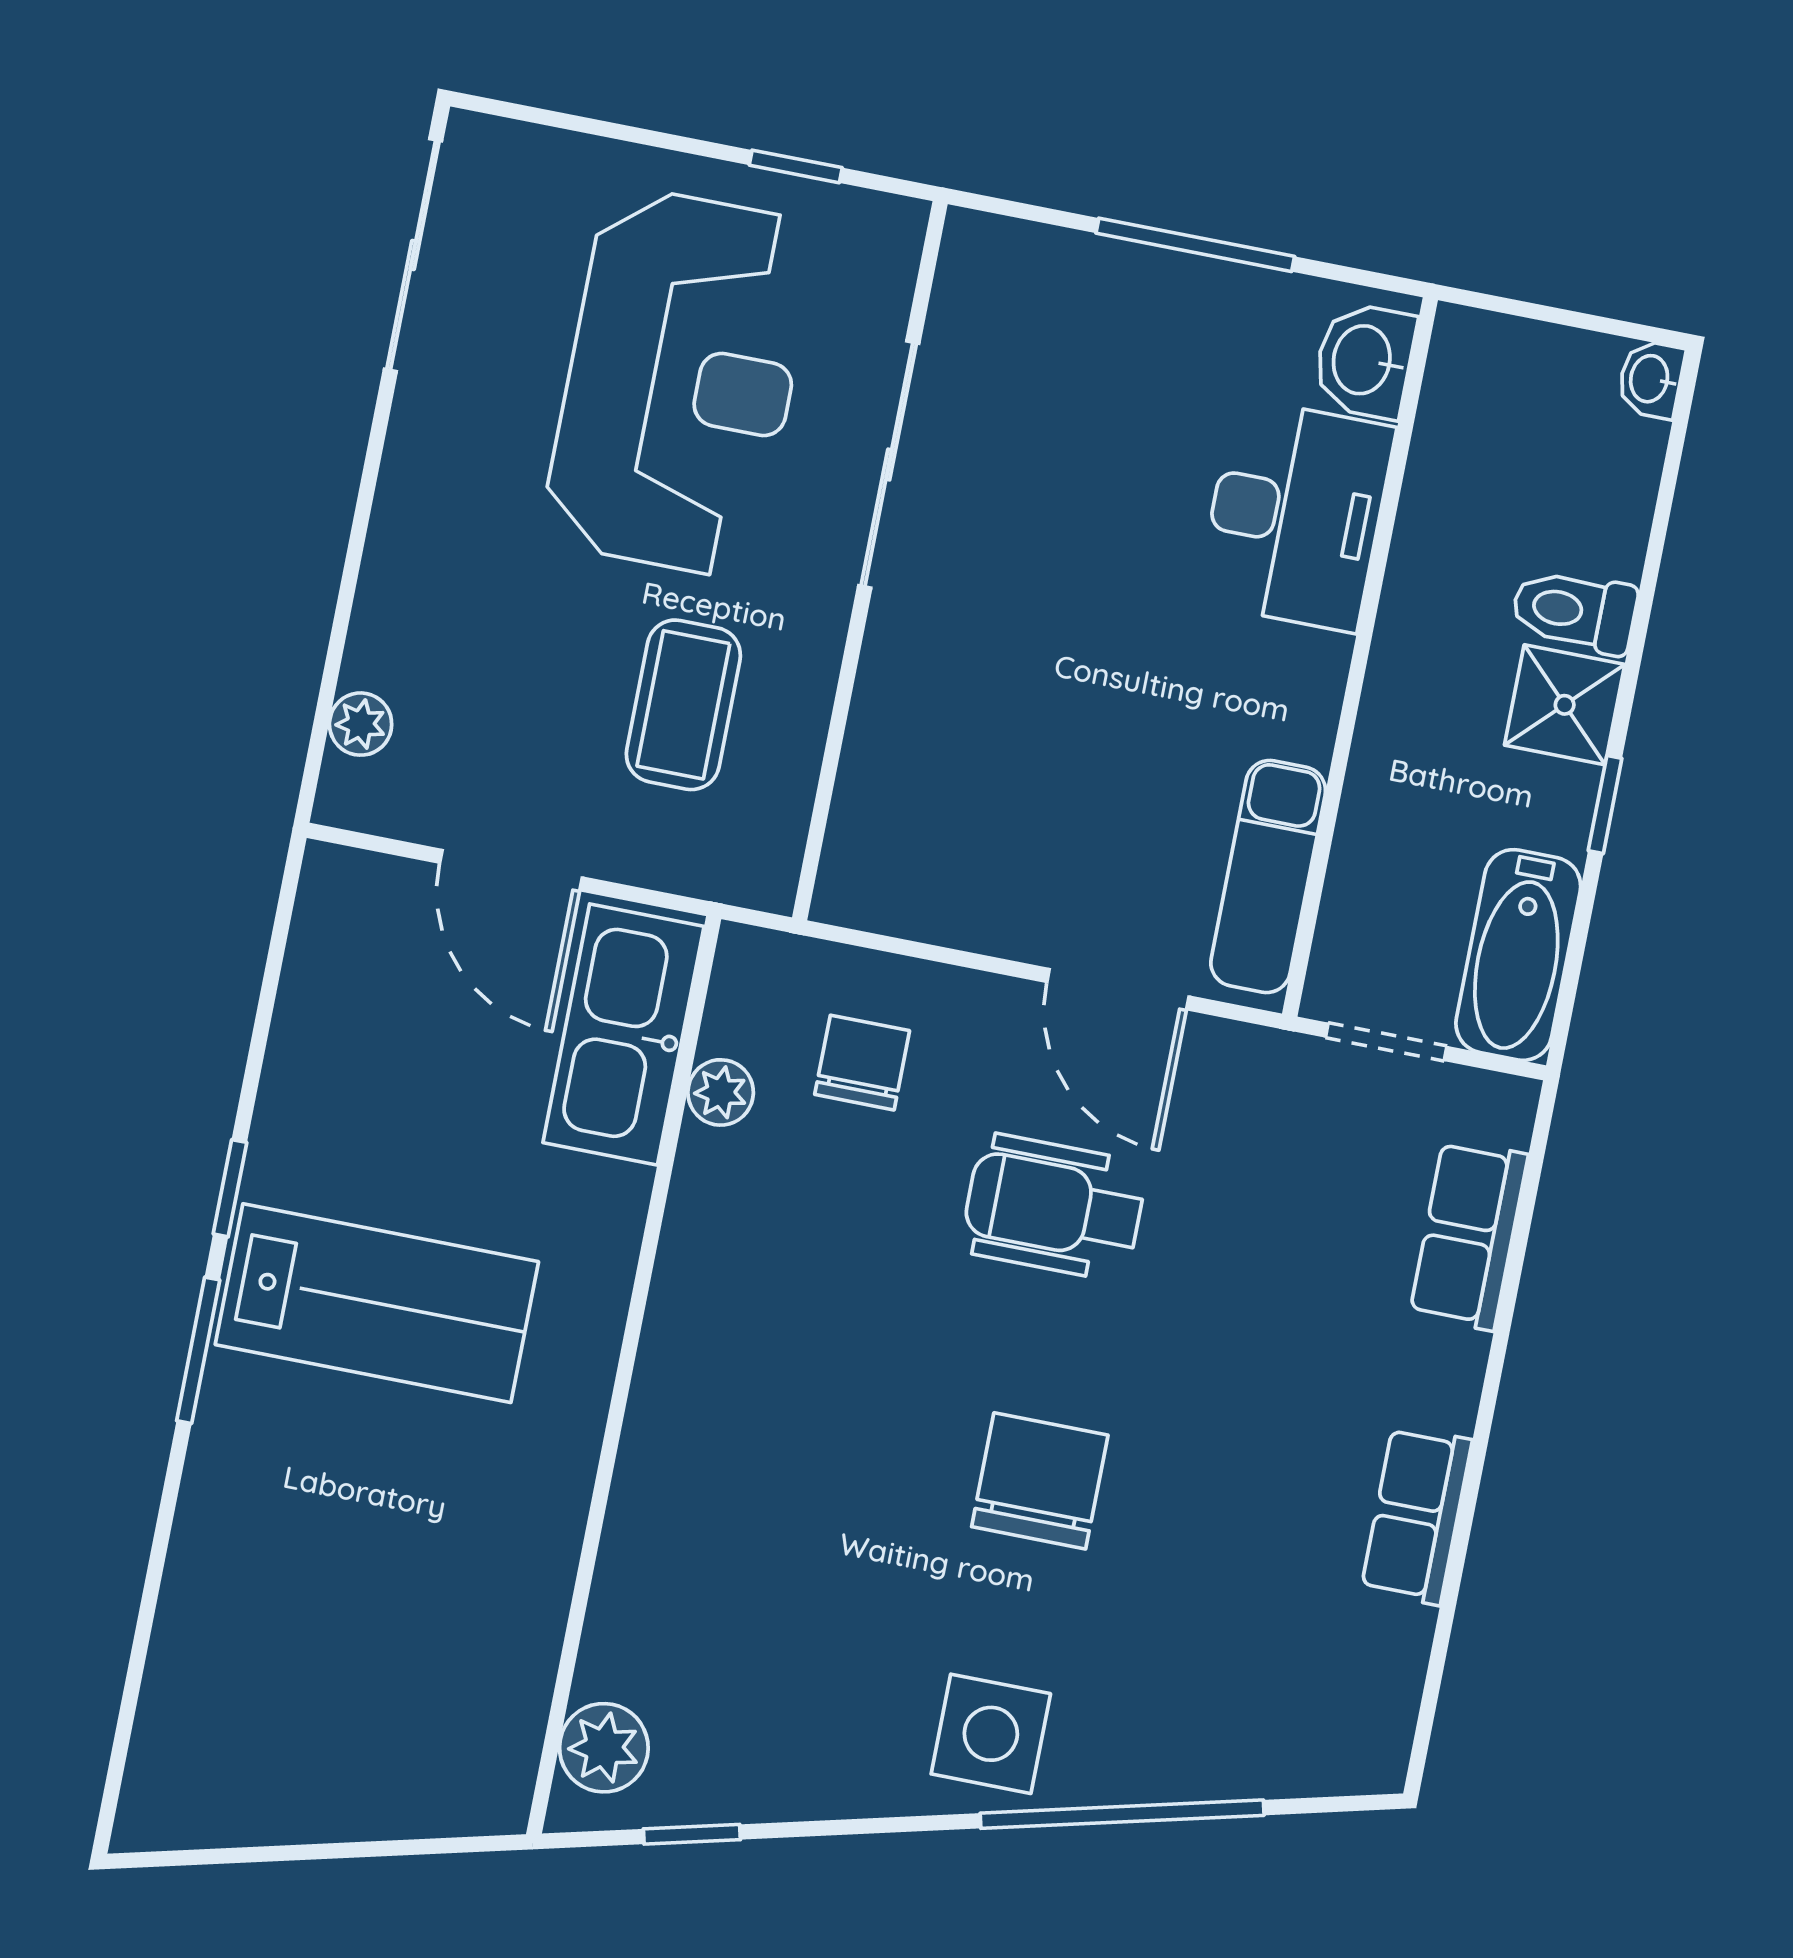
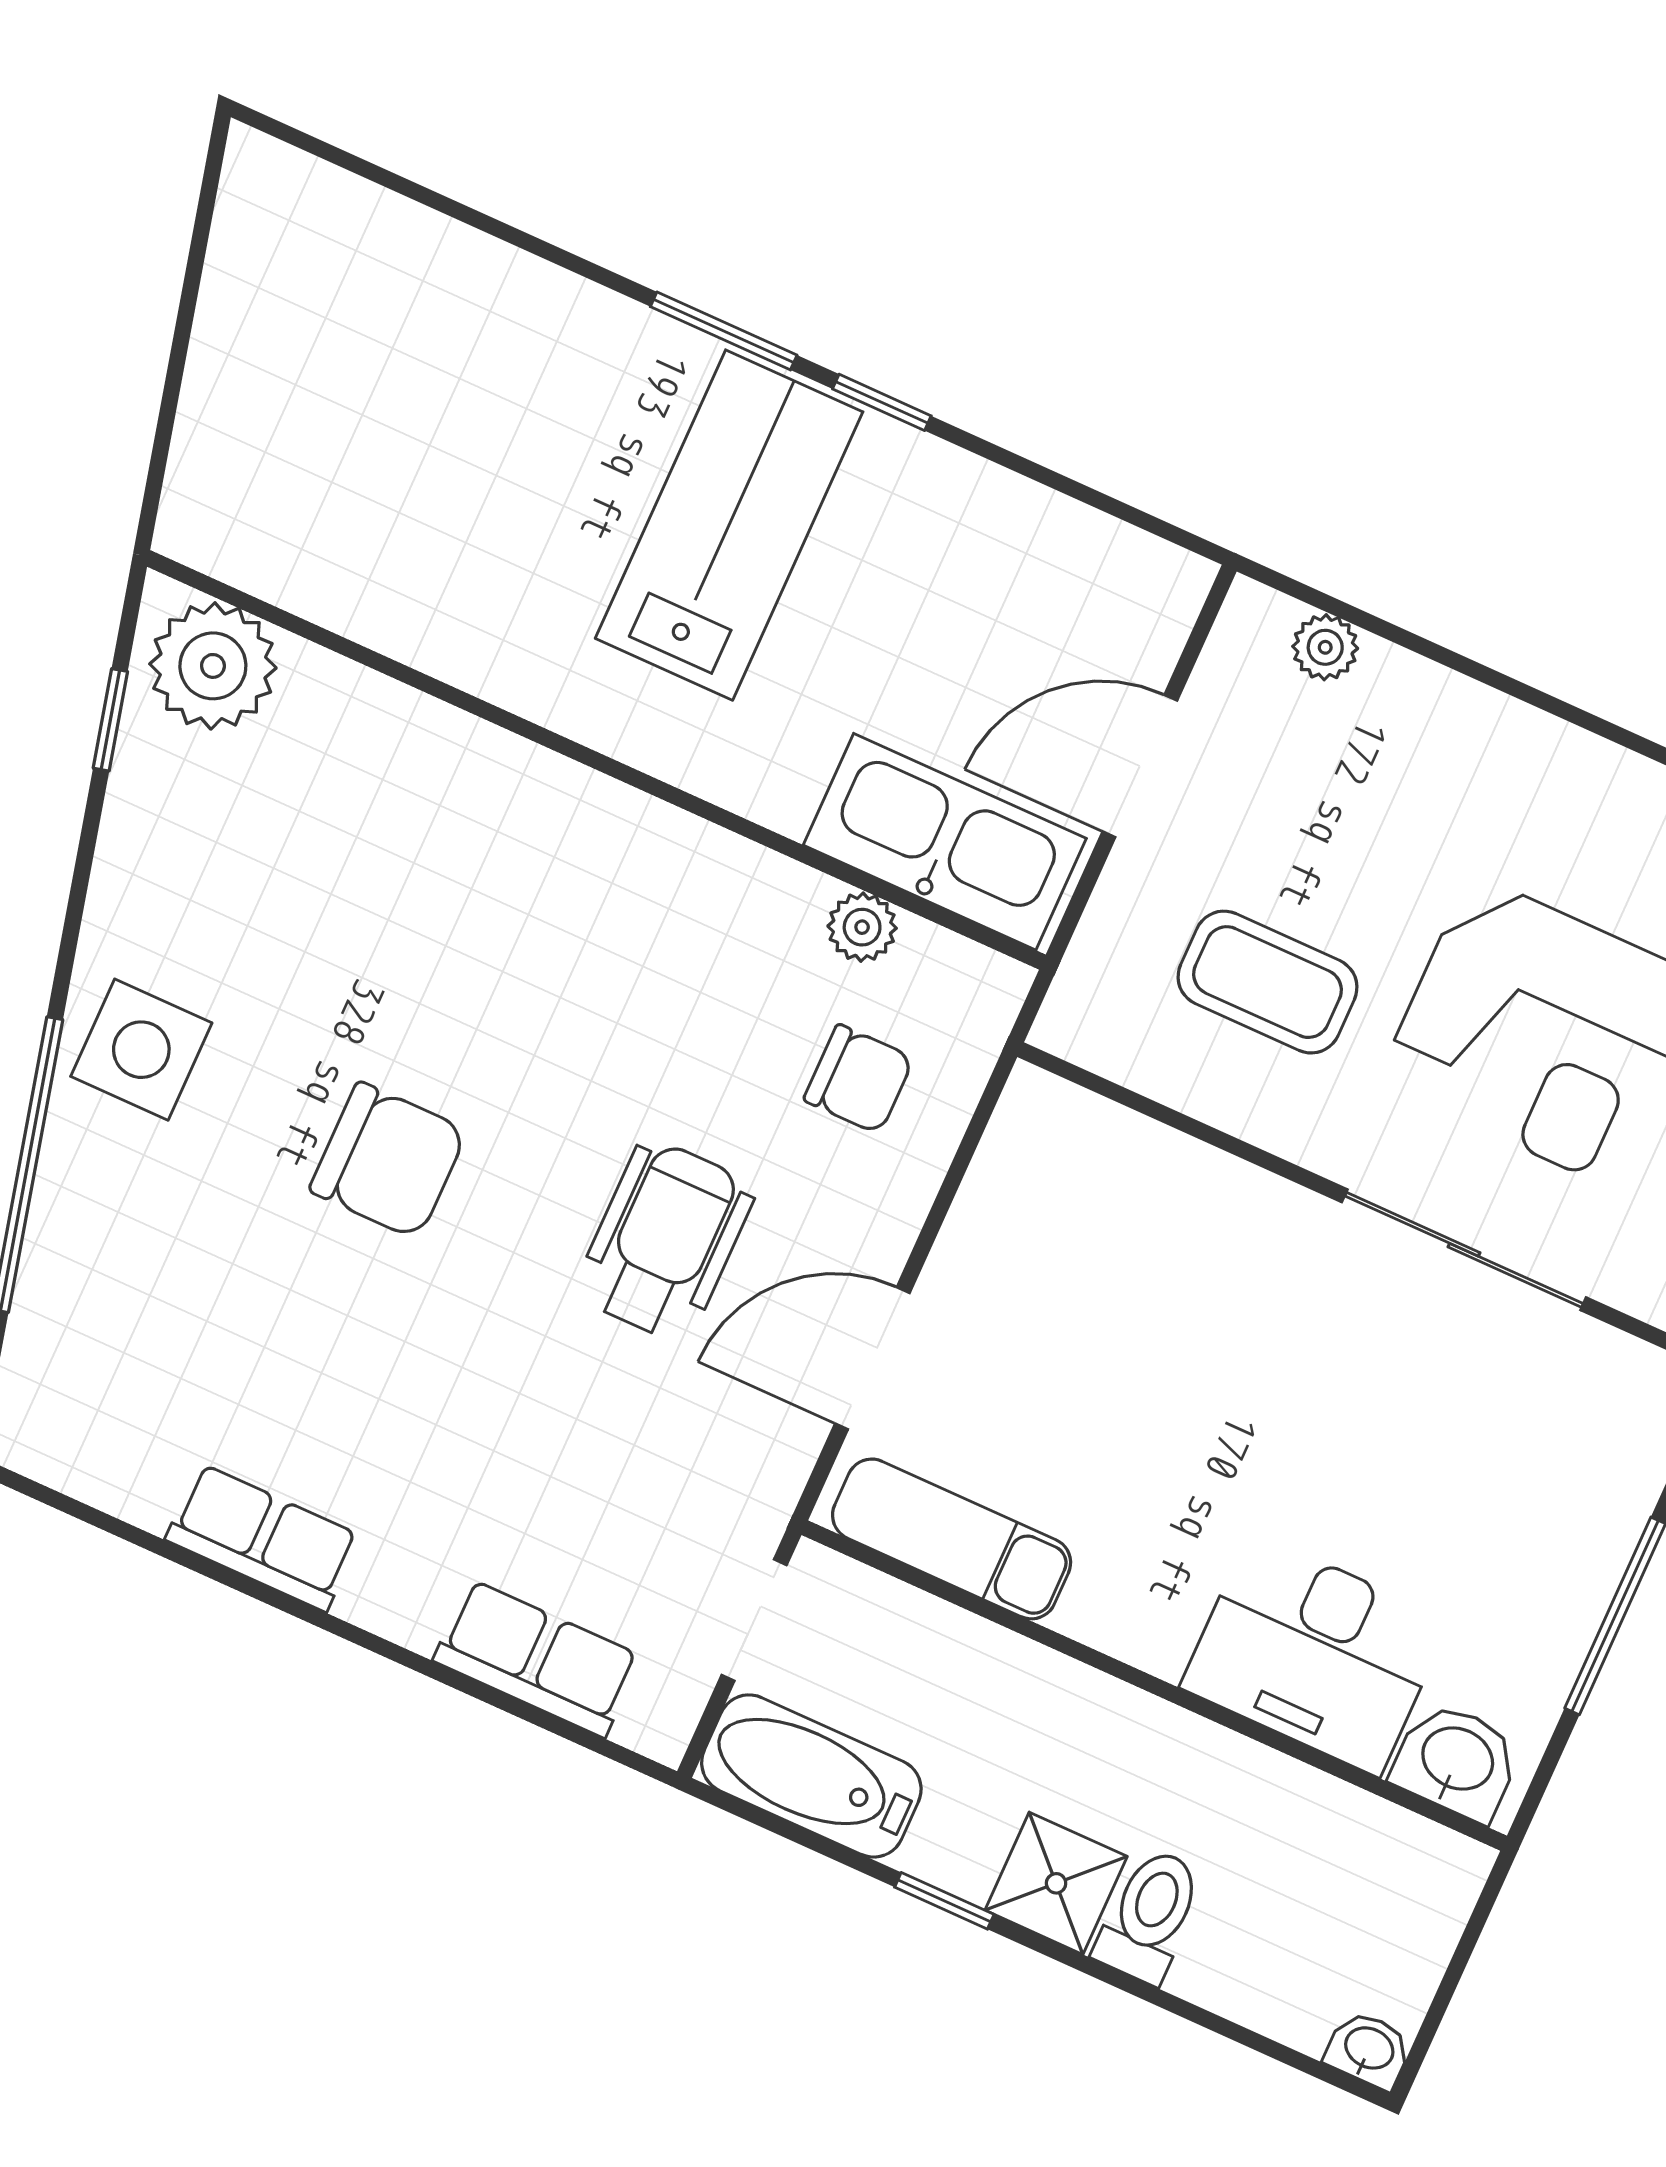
lab bench: (377, 1303) -> (729, 525), turned 180
plant: (604, 1748) -> (213, 666), width x1.36, depth x1.36

